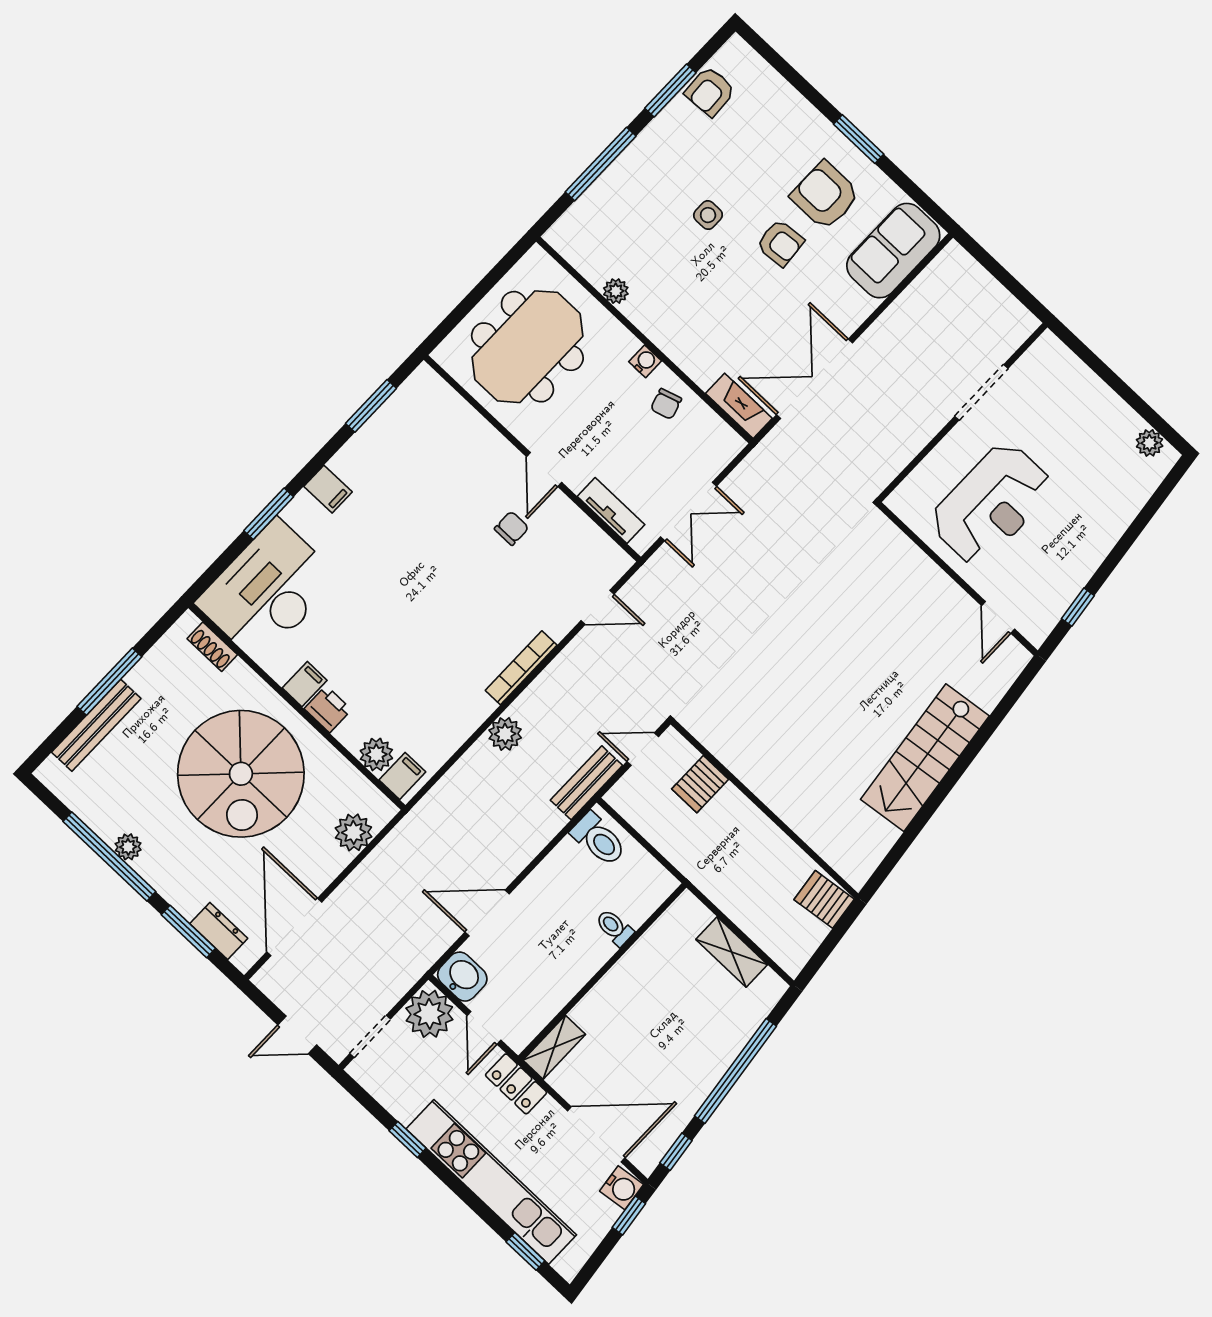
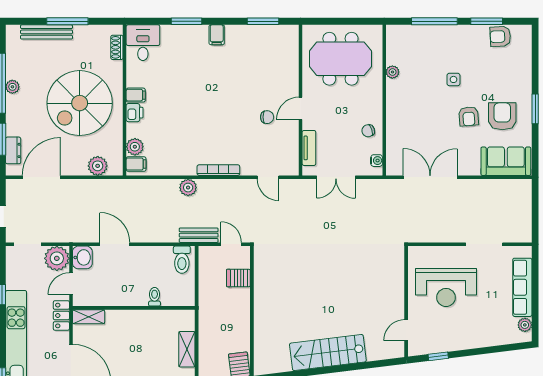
water cooler: (645, 361) -> (377, 161), moved
row of seats: (1093, 396) -> (522, 287), added
fireplace: (739, 406) -> (393, 159), removed
desk: (268, 590) -> (143, 43), width x0.53, depth x0.77

